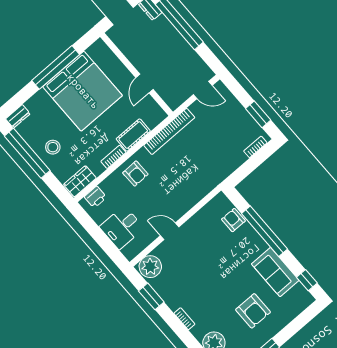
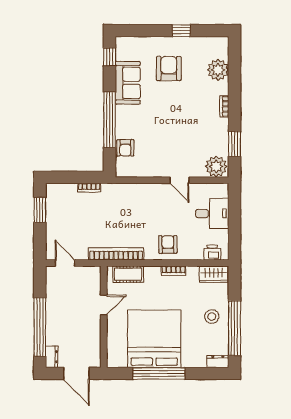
cot: (133, 135) -> (128, 274), moved
bookcase: (255, 147) -> (89, 188), moved

